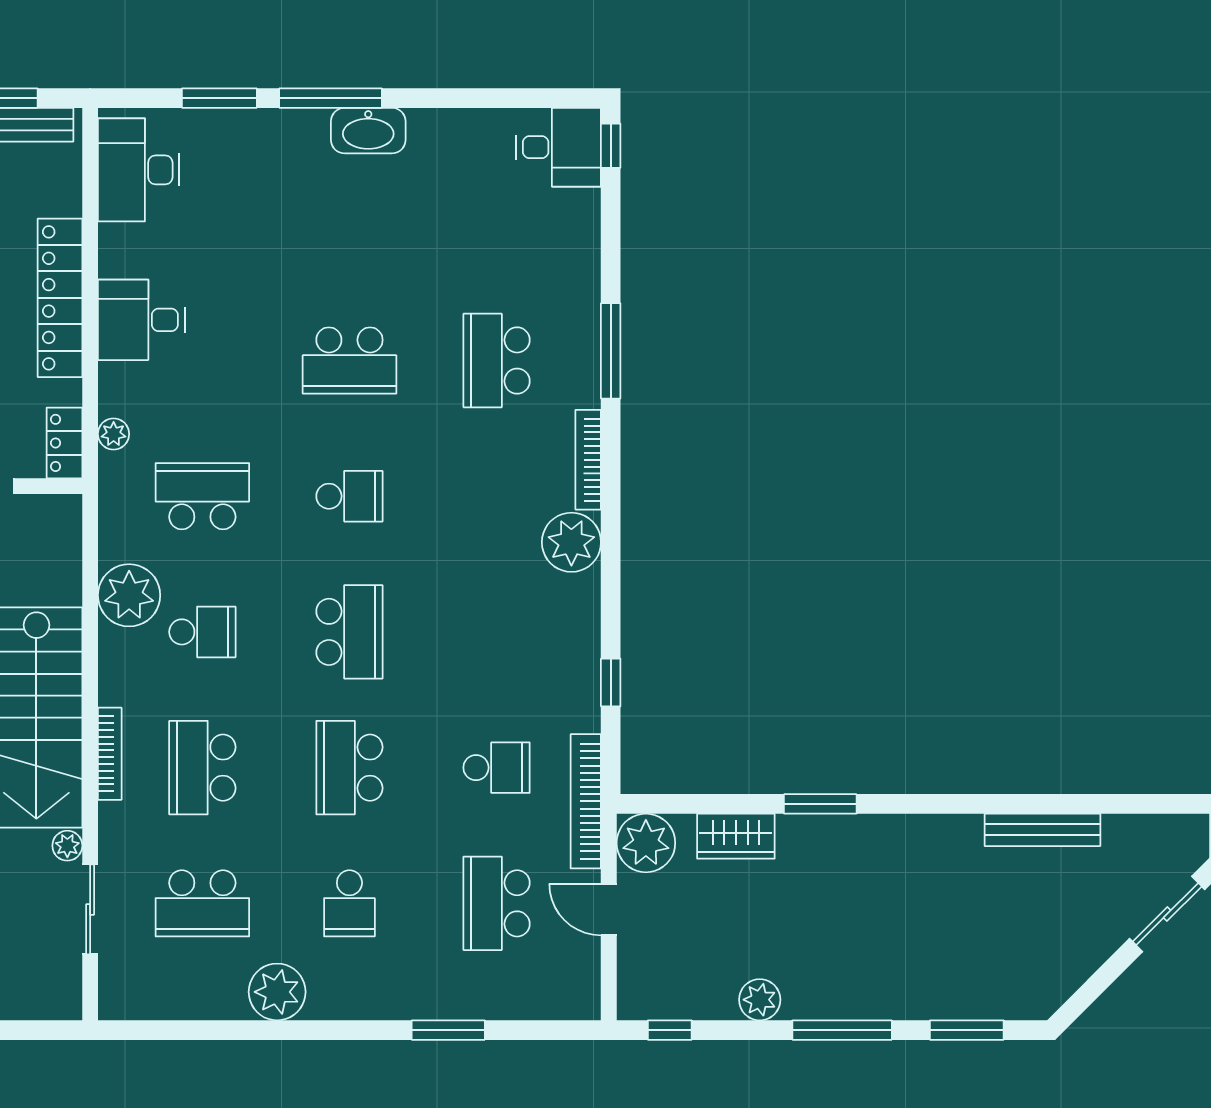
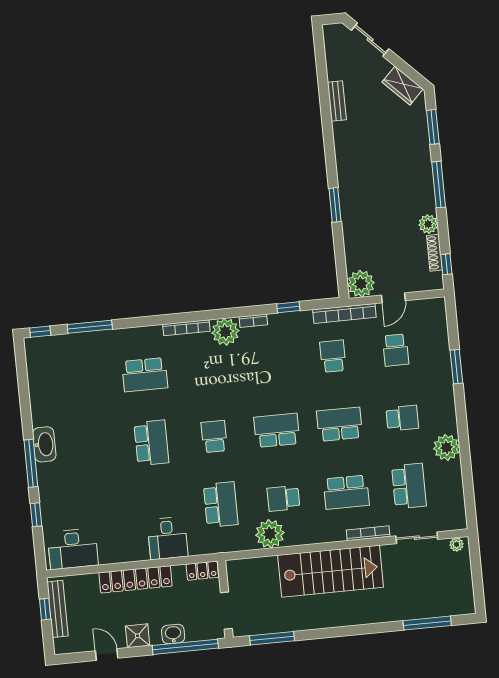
window: (219, 98) -> (36, 515), width x0.67
desk: (559, 147) -> (43, 356), removed
desk: (141, 320) -> (167, 538), moved
window: (611, 351) -> (90, 327), moved
plant: (114, 434) -> (196, 548), removed
school desk: (202, 496) -> (221, 504), turned 180
bookcase: (589, 605) -> (253, 321), added
school desk: (202, 632) -> (283, 498), turned -90
bookcase: (110, 754) -> (368, 533), moved
school desk: (349, 768) -> (340, 424), turned 180
bench: (1042, 830) -> (337, 101), width x0.73
wardrobe: (736, 836) -> (403, 86), moved, turned 135
plant: (67, 846) -> (456, 544), moved
school desk: (497, 903) -> (396, 350), width x0.54
shoe rack: (697, 1007) -> (434, 253), added

